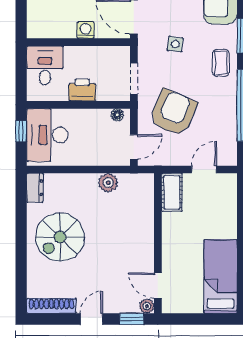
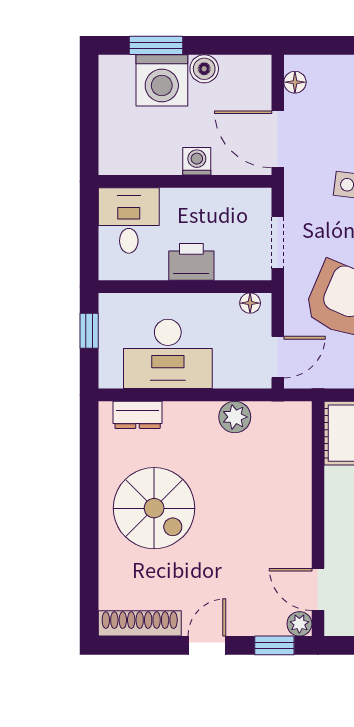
desk: (48, 135) -> (168, 354), moved, turned -90
dresser: (35, 188) -> (138, 415), moved, turned 90
spiral stairs: (60, 237) -> (154, 508), turned -90

